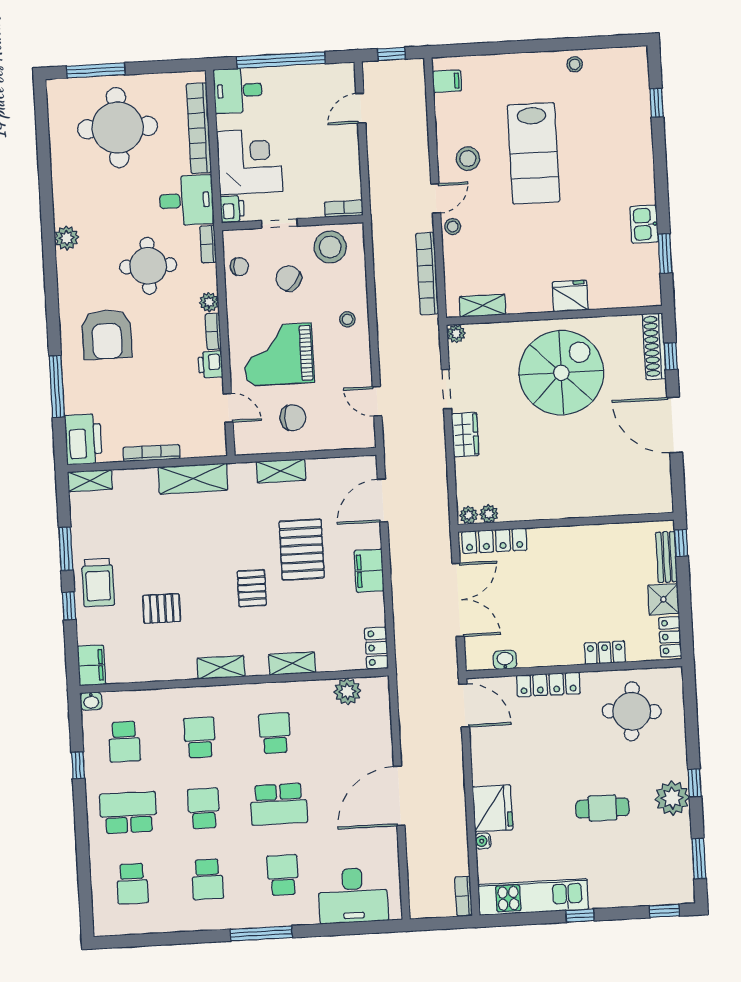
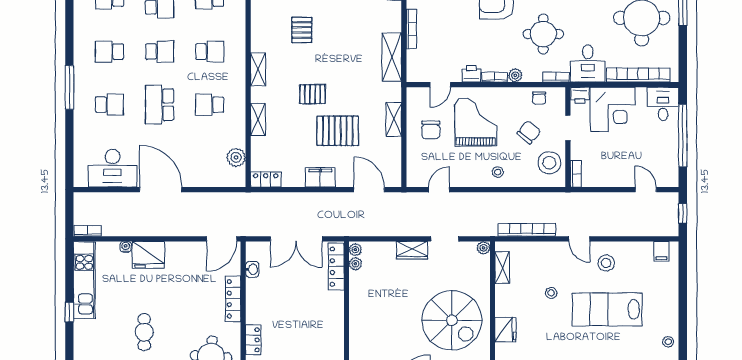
stool: (453, 226) -> (551, 293), moved
school desk: (275, 733) -> (210, 105), turned 180
desk: (353, 895) -> (112, 168), moved, turned -90

